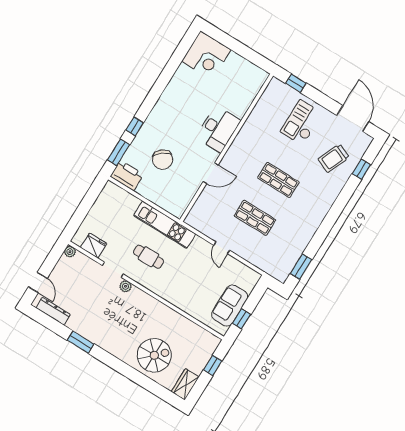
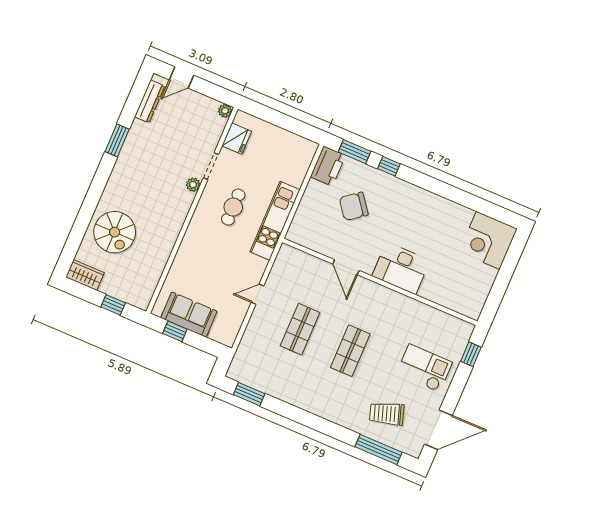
trolley: (334, 158) -> (387, 414), turned -41
window: (361, 169) -> (378, 449), width x2.17

